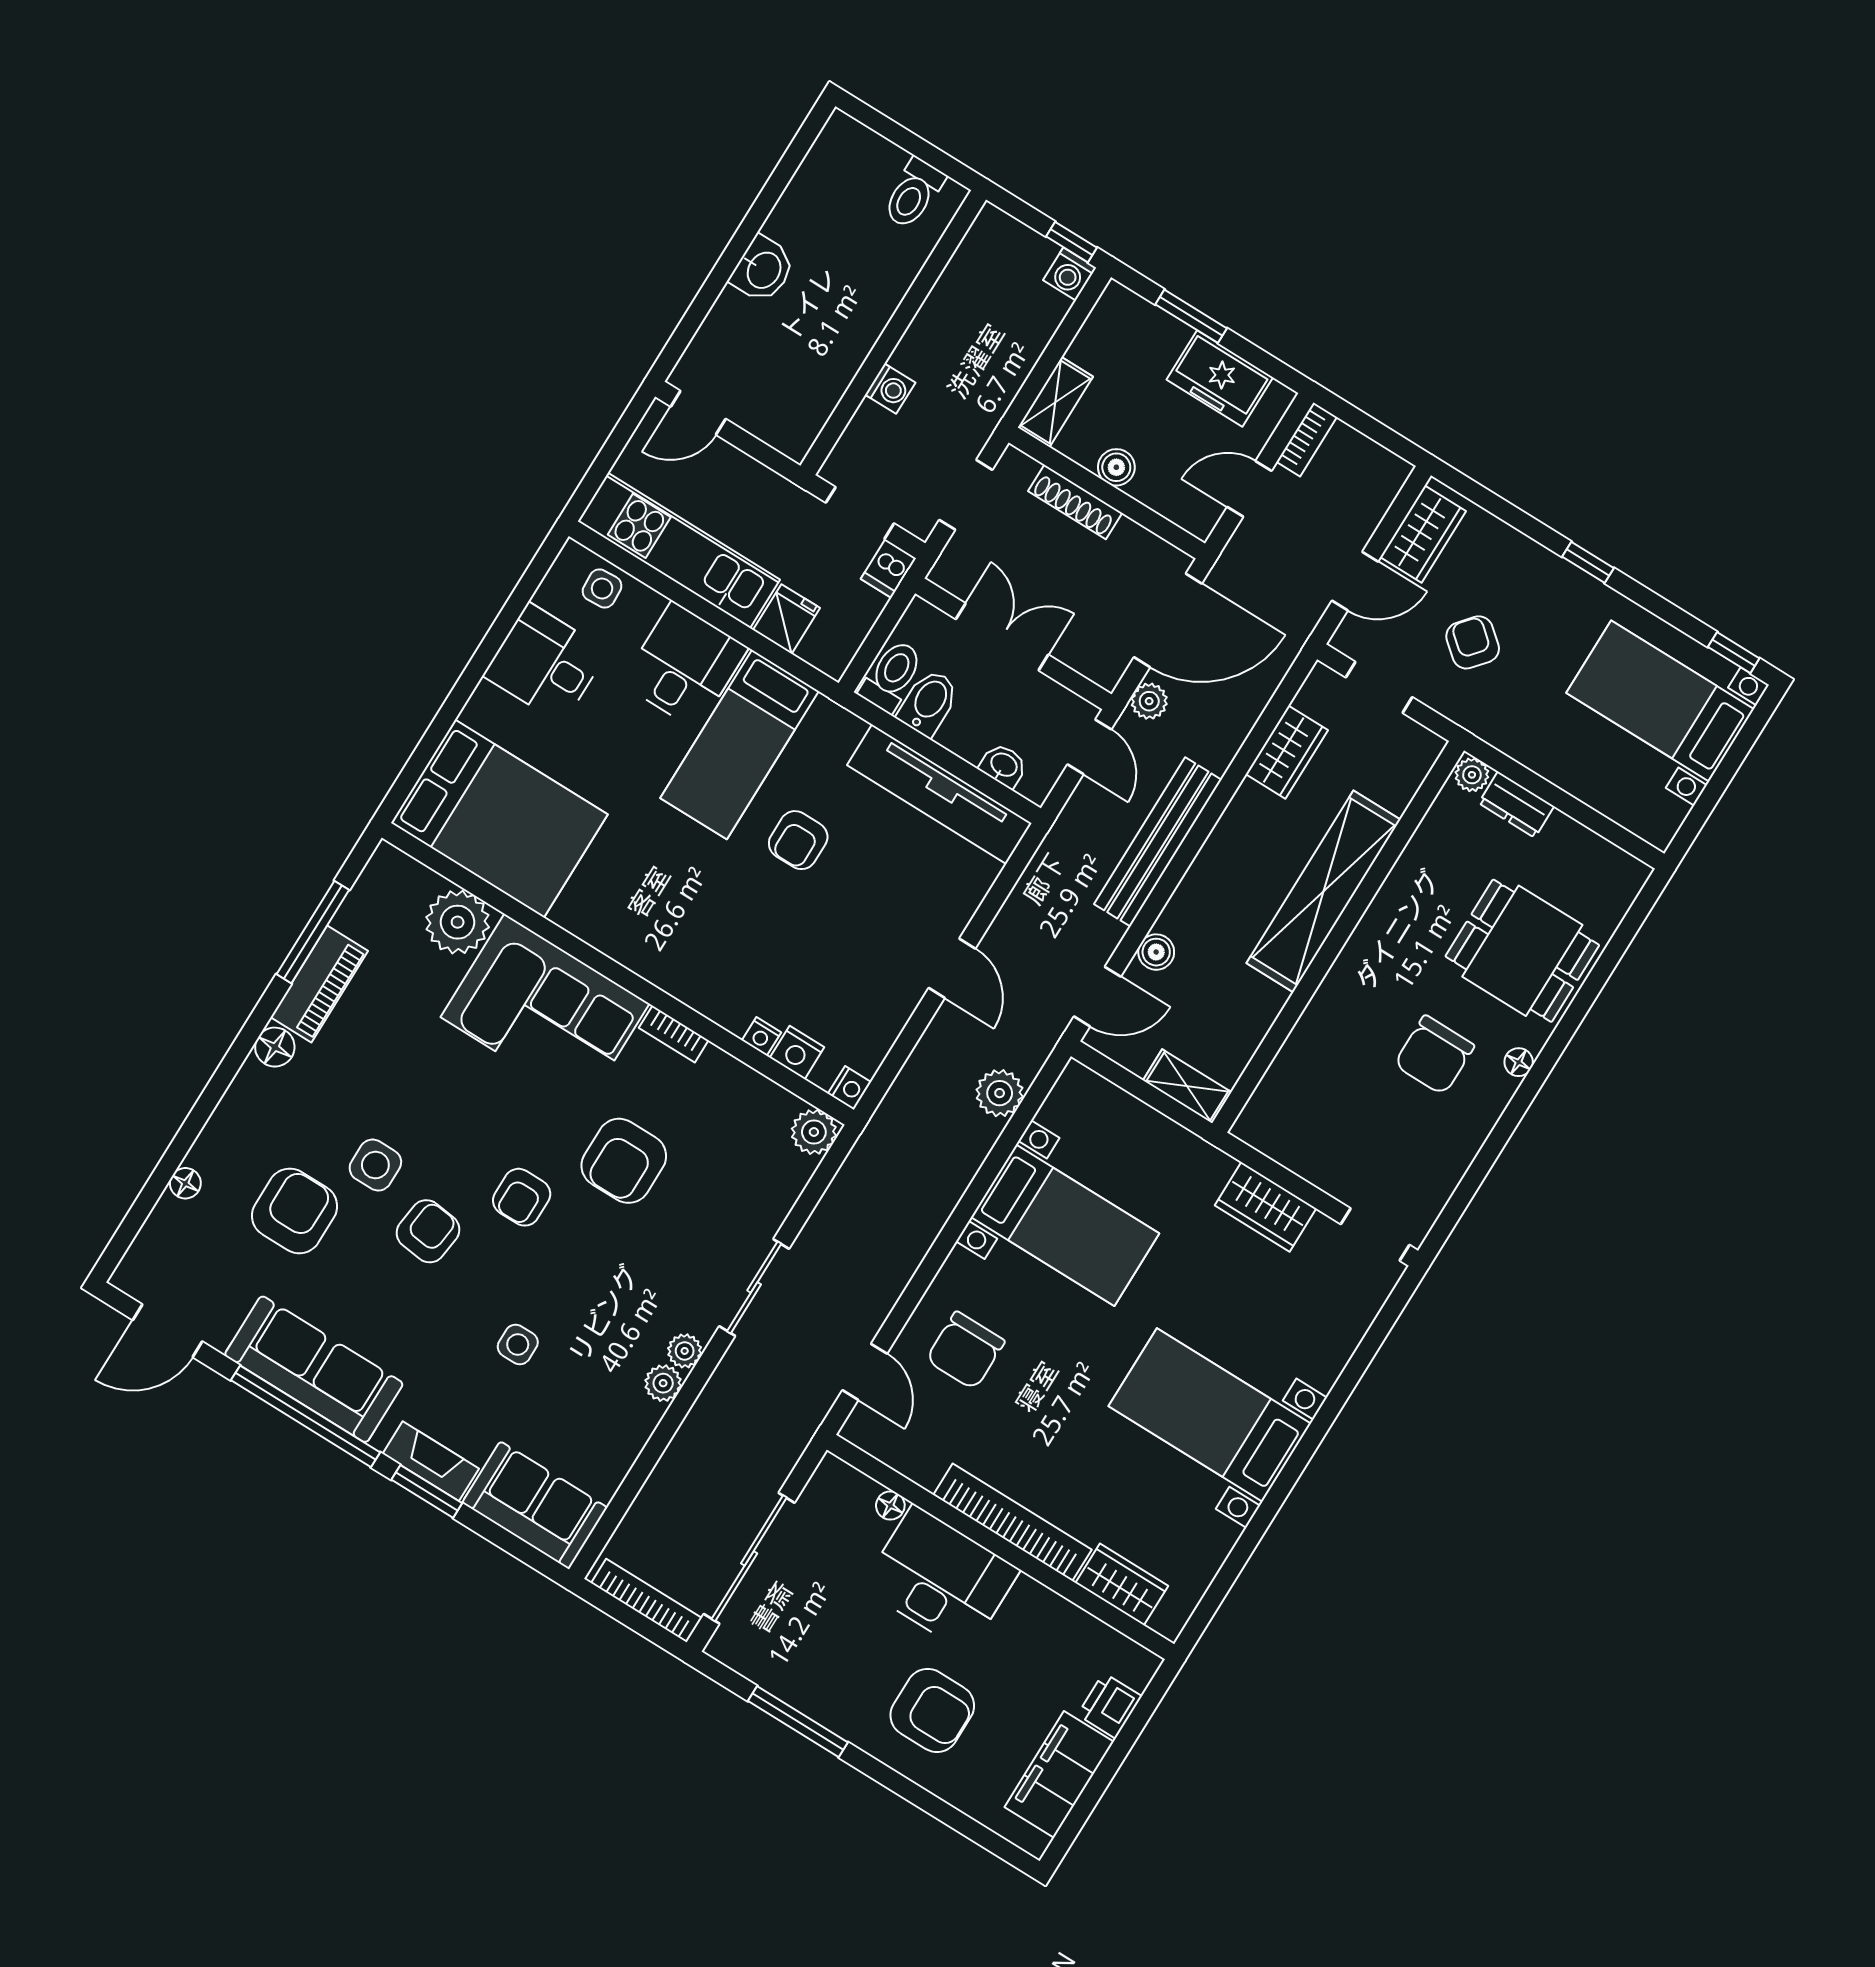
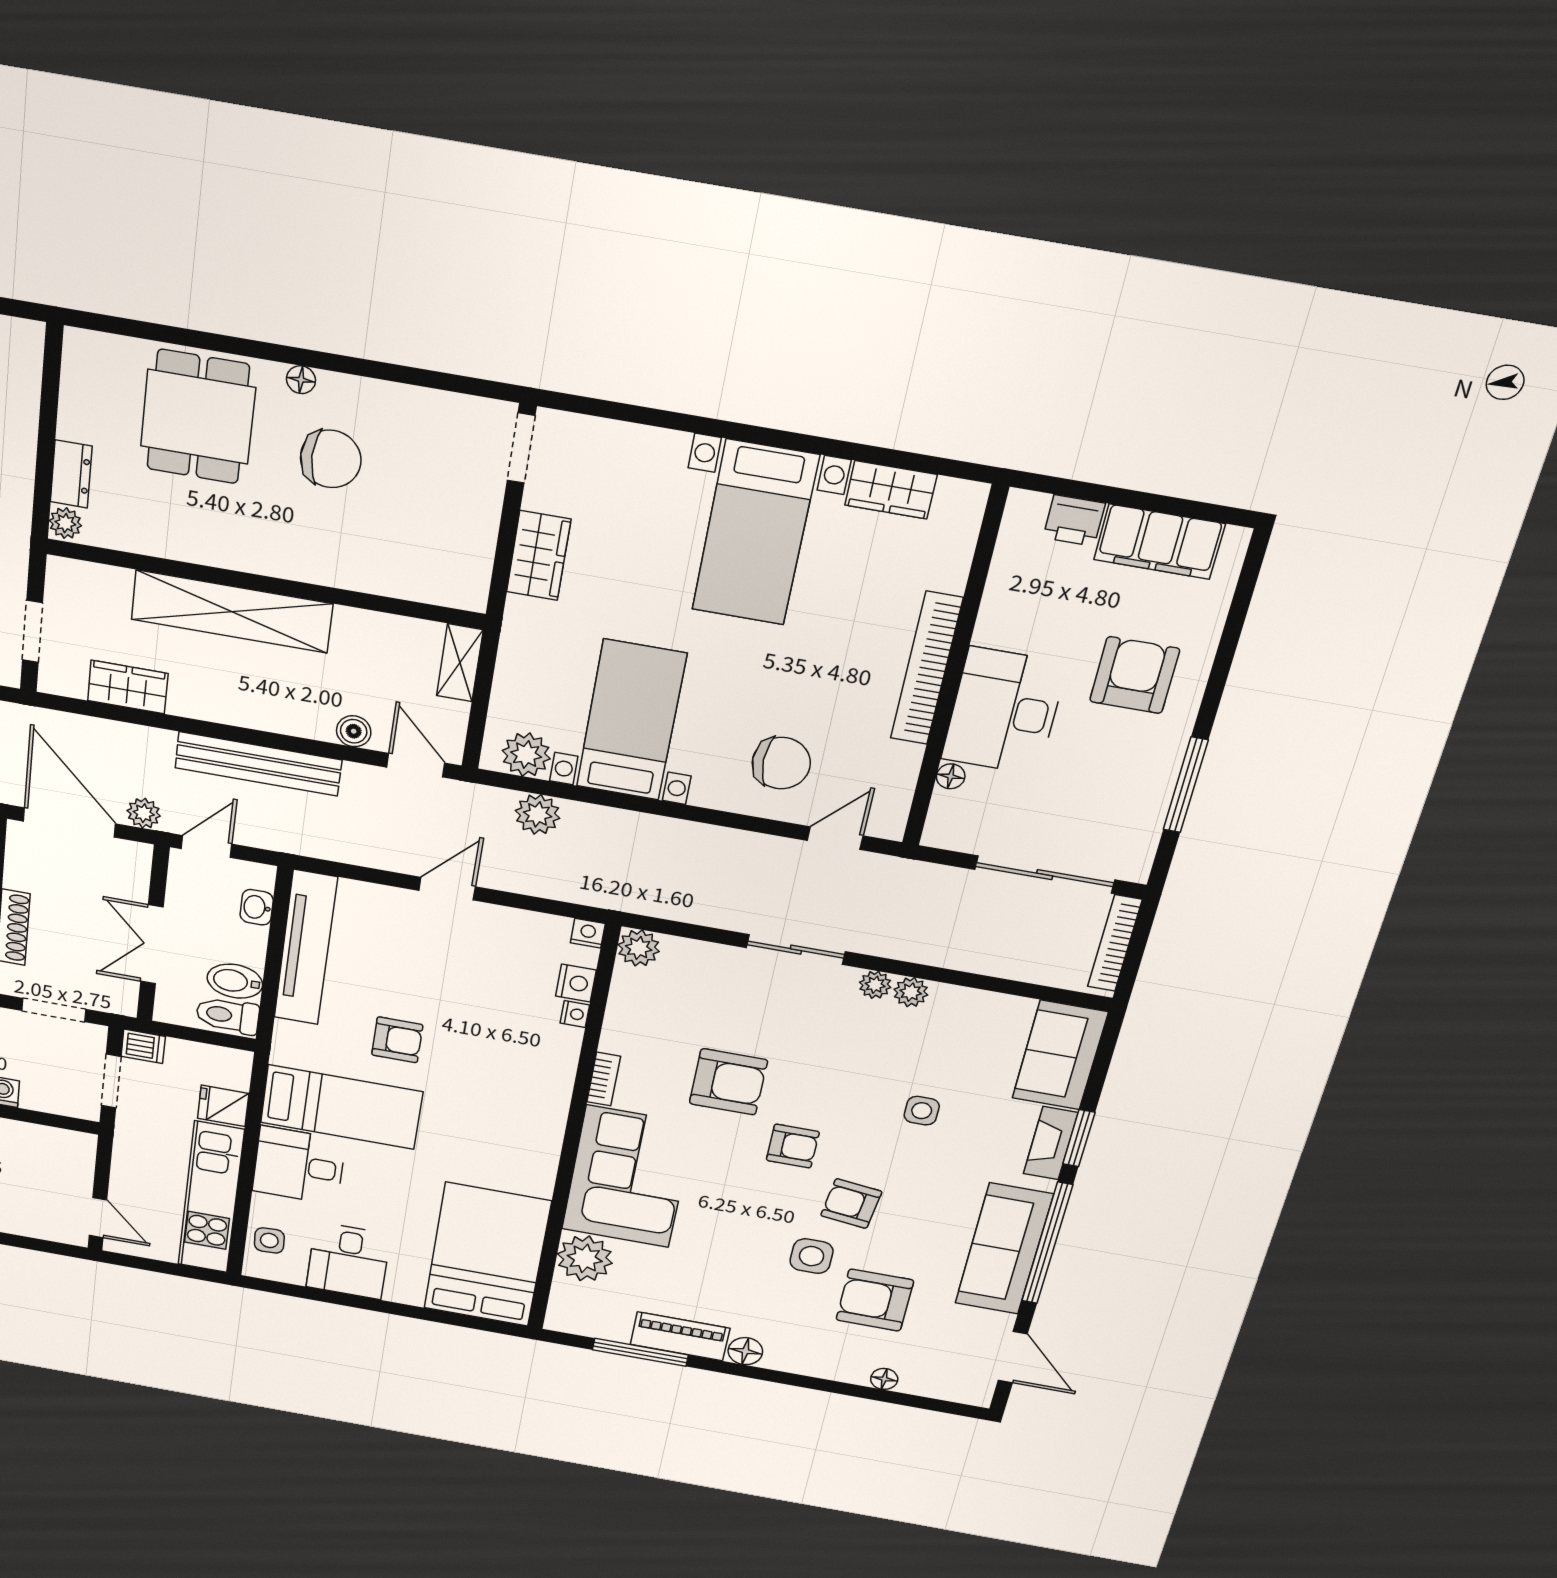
plant: (1068, 1109) -> (526, 755), added
wardrobe: (1122, 1584) -> (891, 490), moved, turned -90

